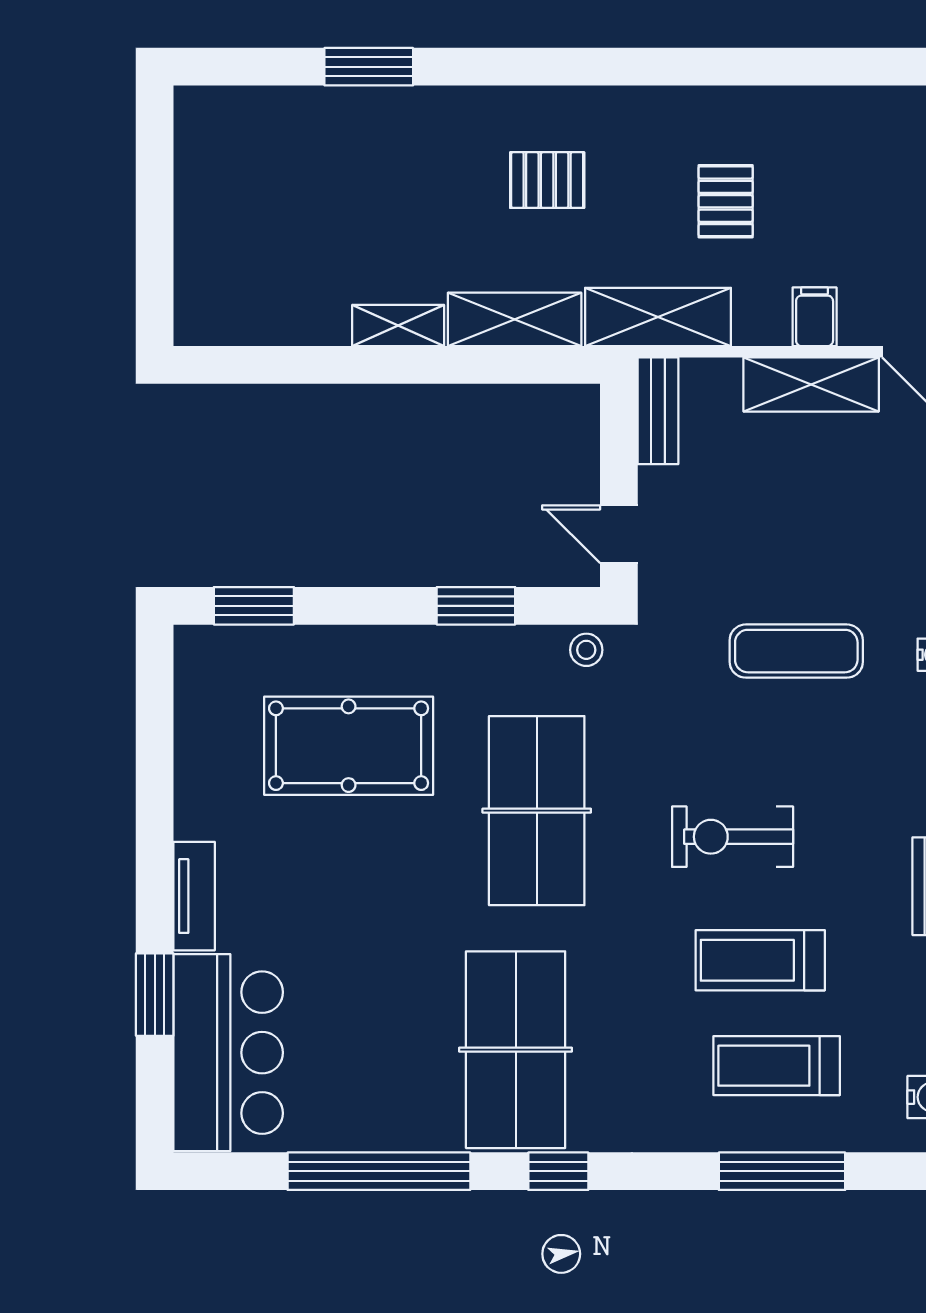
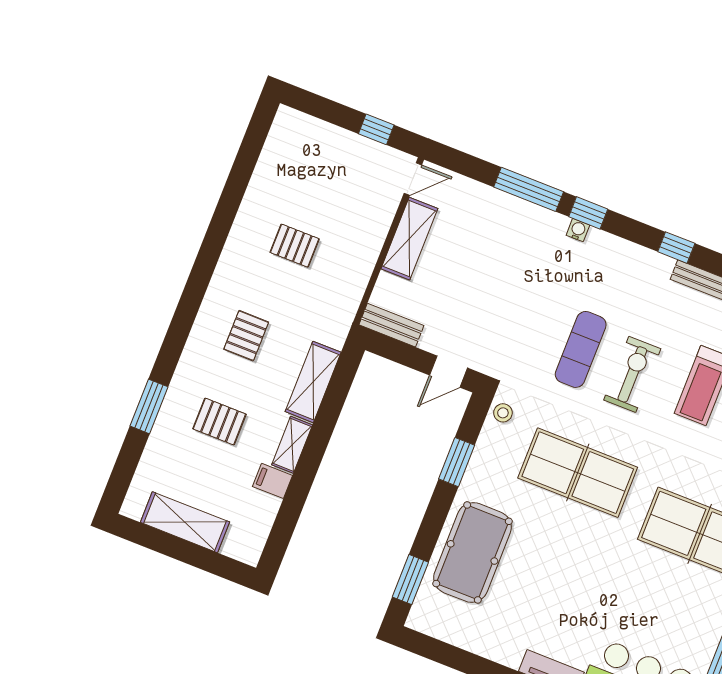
pallet: (389, 192) -> (219, 421), added
shelving: (658, 317) -> (185, 522), moved, turned 90
filing cabinet: (815, 317) -> (273, 481), moved
exercise mat: (796, 651) -> (581, 349), moved
pool table: (349, 746) -> (472, 552), moved
exercise bike: (733, 837) -> (632, 374), turned 180

